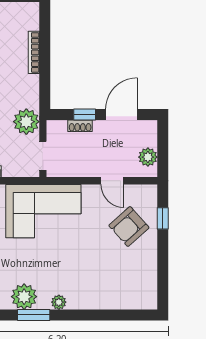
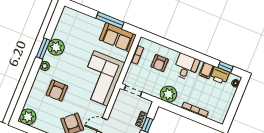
plant: (26, 122) -> (168, 94), moved
armchair: (88, 269) -> (57, 91), added
plant: (145, 297) -> (28, 117), added

